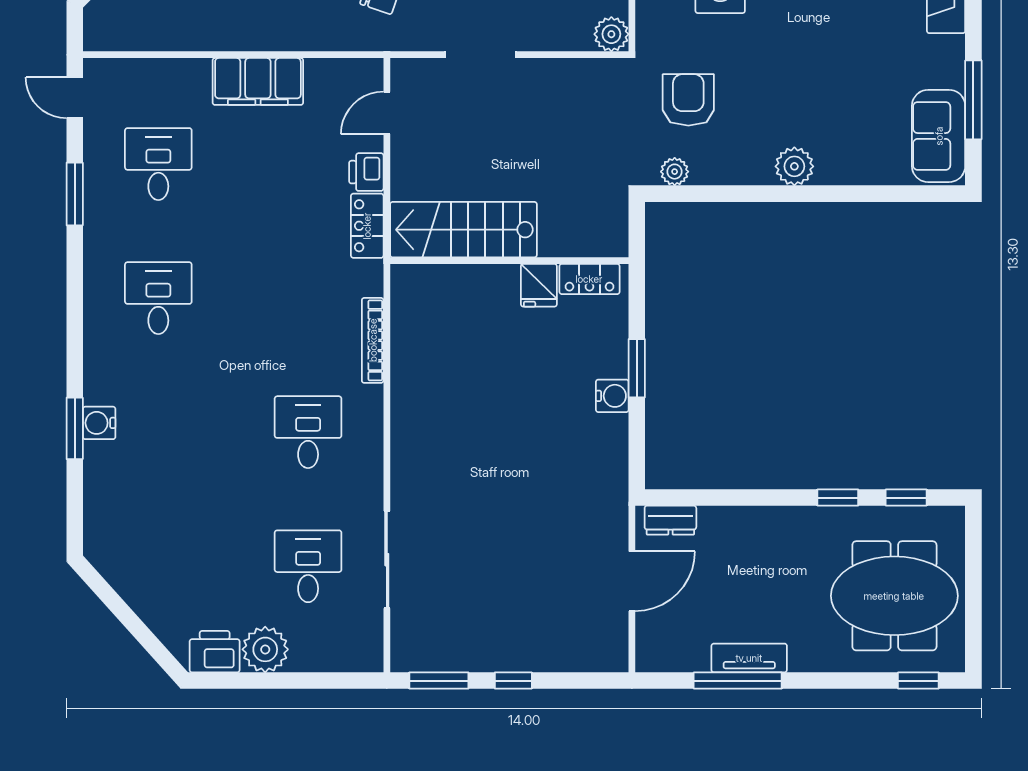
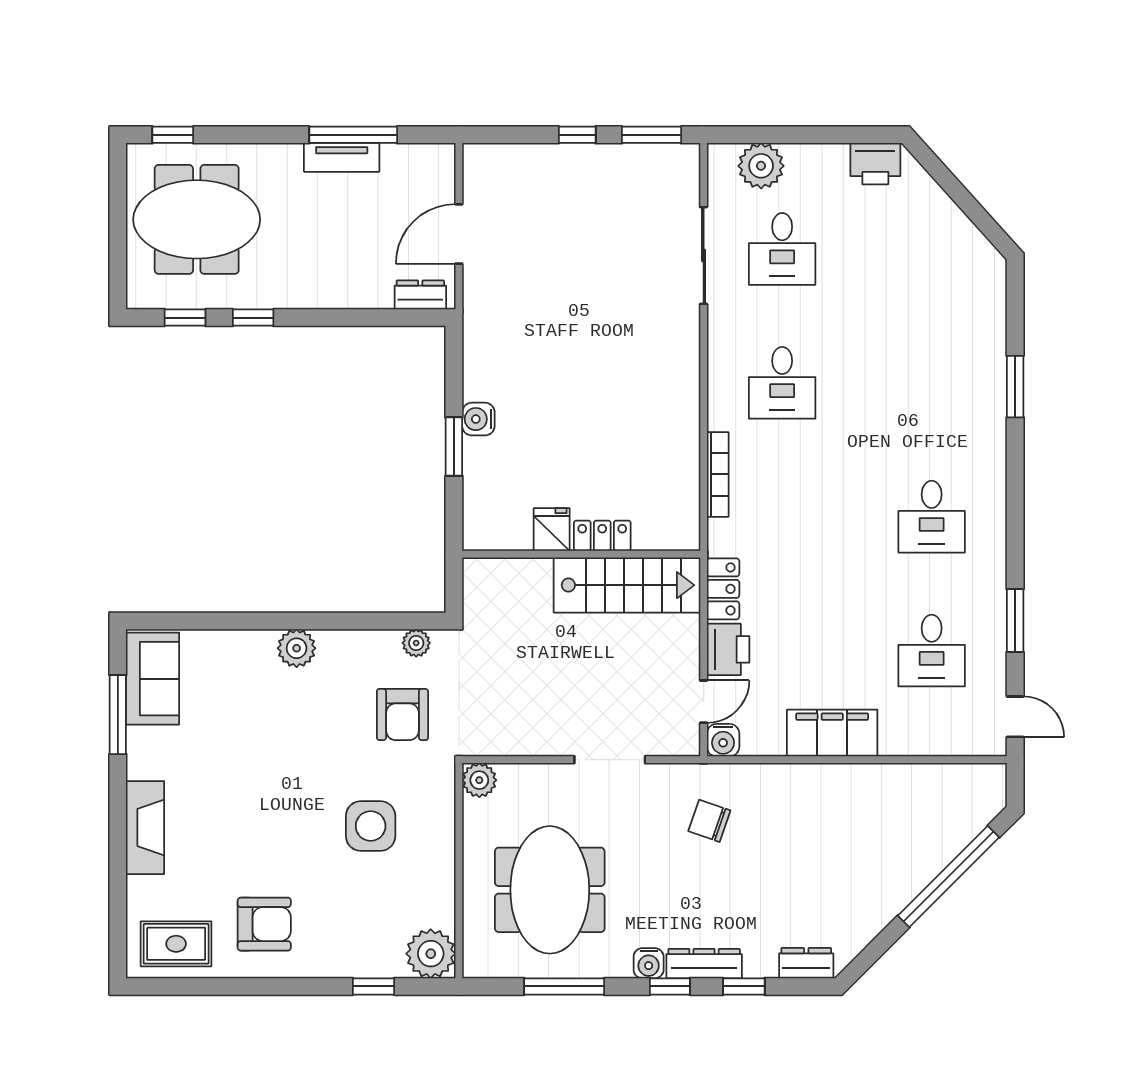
printer: (366, 172) -> (728, 649), width x1.36, depth x1.24
locker: (589, 279) -> (602, 536), moved
water cooler: (99, 423) -> (723, 740), moved, turned 90
plant: (265, 649) -> (761, 166), moved

